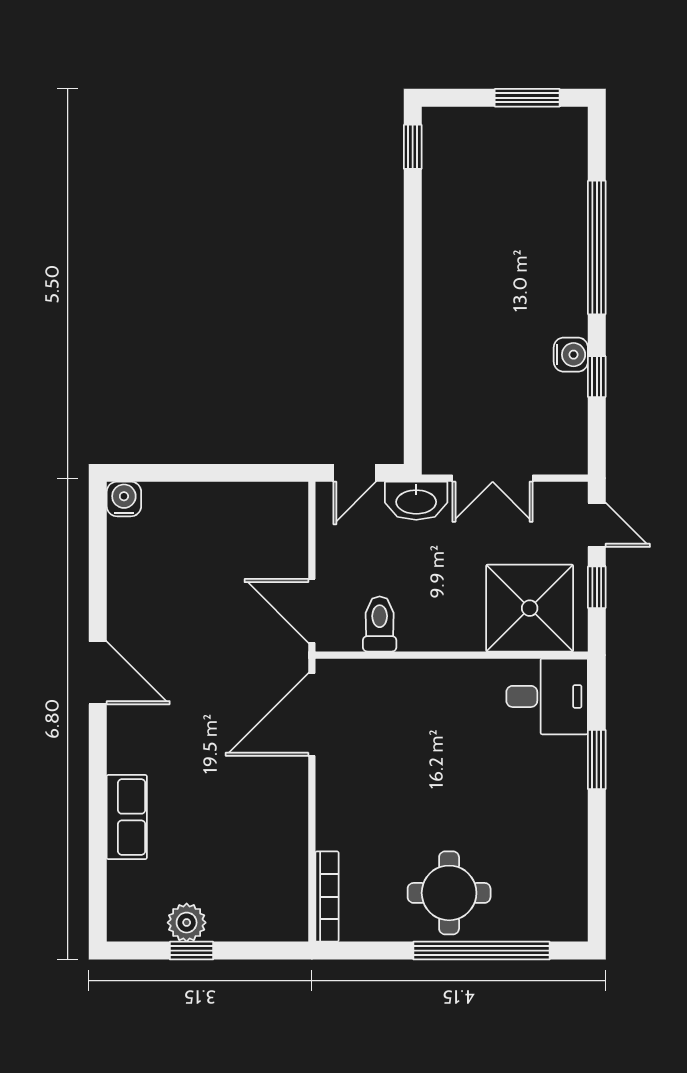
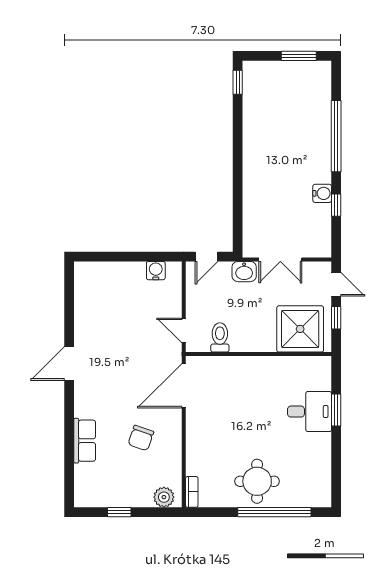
water cooler: (124, 499) -> (156, 271), moved
washbasin: (416, 501) -> (244, 272), width x0.72
door: (312, 611) -> (184, 330), width x0.73
door: (98, 673) -> (69, 364), swing flipped
desk: (547, 696) -> (309, 412), moved
chair: (232, 812) -> (141, 438), added
bookcase: (327, 897) -> (192, 492), width x0.64
plant: (187, 923) -> (164, 497), moved

